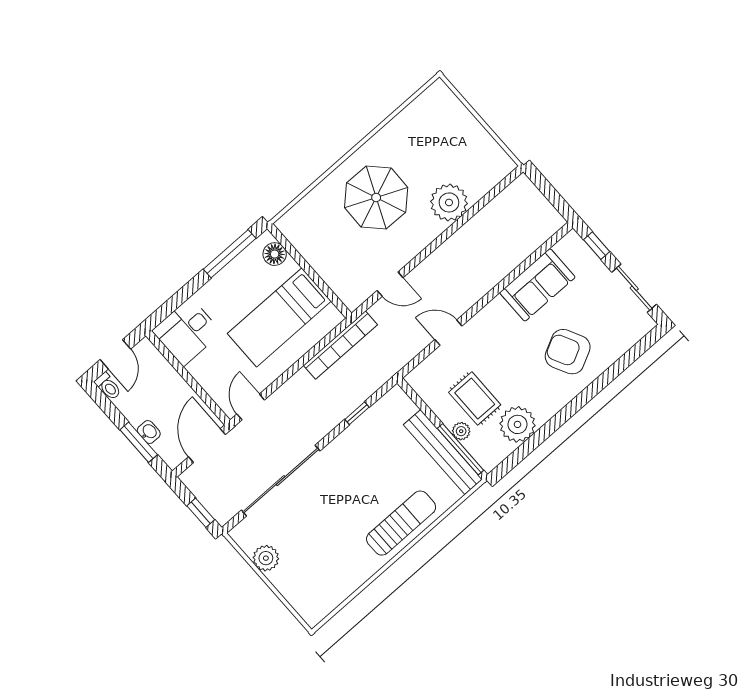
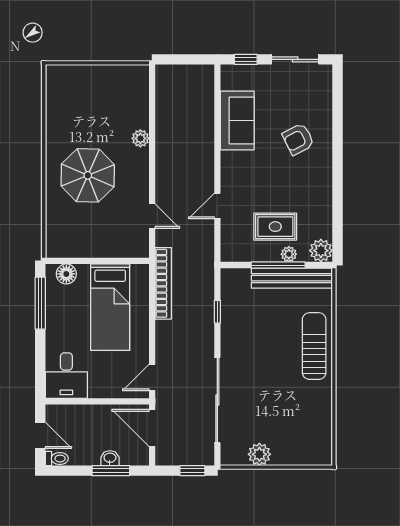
plant: (449, 202) -> (140, 138), width x0.53, depth x0.53
door: (390, 284) -> (152, 216), hinge flipped
armchair: (568, 352) -> (298, 139), width x0.72, depth x0.72
door: (251, 407) -> (152, 377), hinge flipped
plant: (518, 424) -> (321, 251), moved, width x0.73, depth x0.73
window: (460, 449) -> (278, 265), moved

